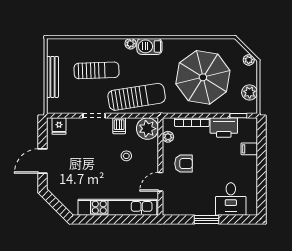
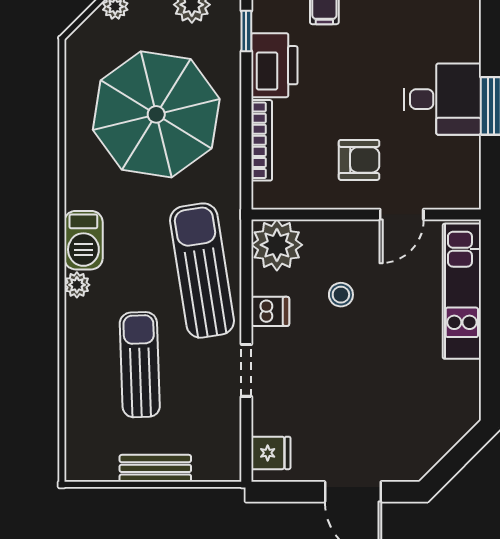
bench: (52, 77) -> (155, 468), width x0.73
plant: (168, 137) -> (296, 197), removed
armchair: (184, 164) -> (359, 160), turned 90
door: (160, 182) -> (402, 215), hinge flipped
desk: (231, 199) -> (442, 99), moved
kitchen unit: (117, 207) -> (462, 291), width x0.73

